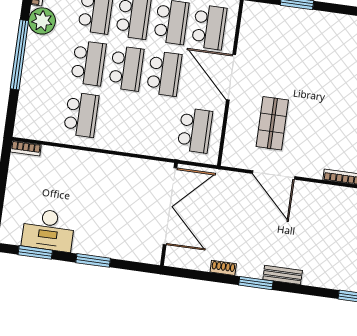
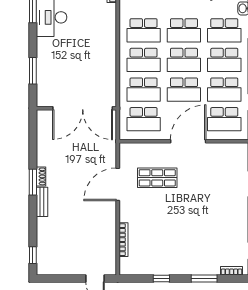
school desk: (119, 120) -> (144, 60), added
school desk: (157, 125) -> (144, 90), added
window: (93, 260) -> (33, 71), moved
shoe rack: (223, 268) -> (41, 176), moved

